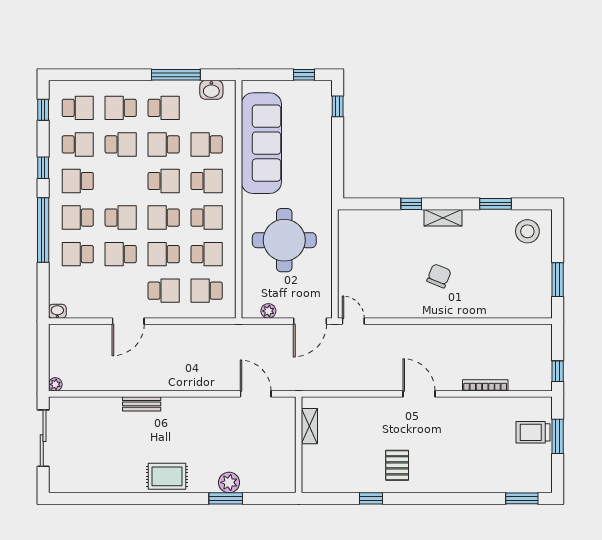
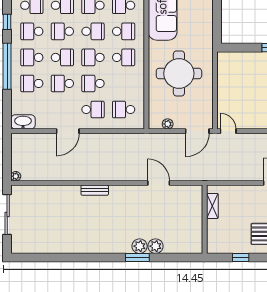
school desk: (207, 254) -> (62, 31), moved, turned 180
washbasin: (57, 311) -> (23, 122), width x1.91, depth x1.45
bench: (142, 404) -> (95, 190), moved
shelving: (309, 426) -> (212, 206), moved
wall: (299, 445) -> (205, 219), moved
rug: (167, 476) -> (95, 242), removed
plant: (251, 482) -> (156, 246), added

